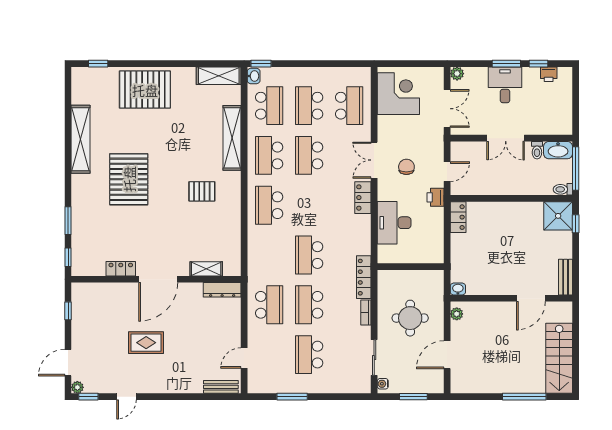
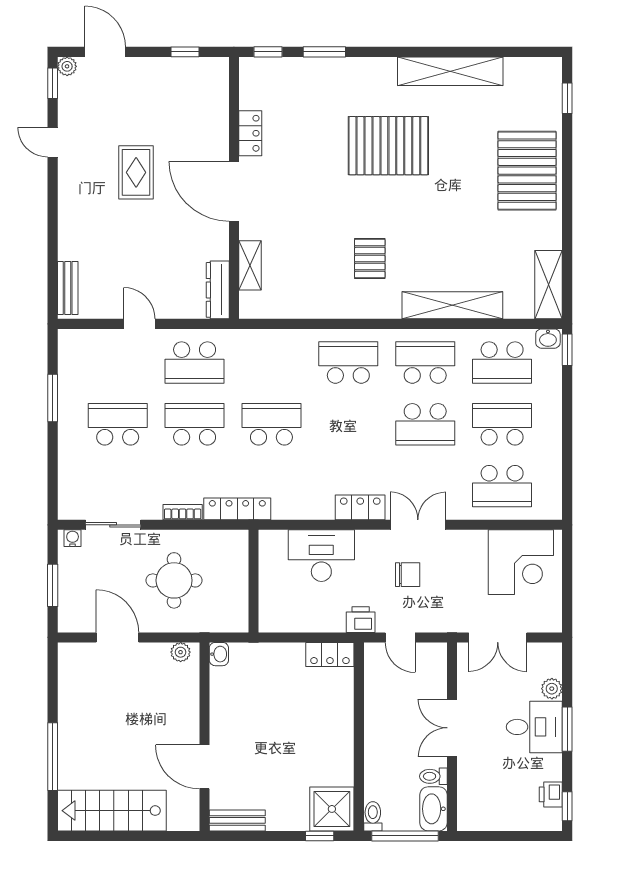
window: (539, 64) -> (567, 806), moved
plant: (457, 74) -> (552, 689), moved
school desk: (309, 155) -> (425, 424), turned 180
door: (244, 358) -> (139, 324), moved

